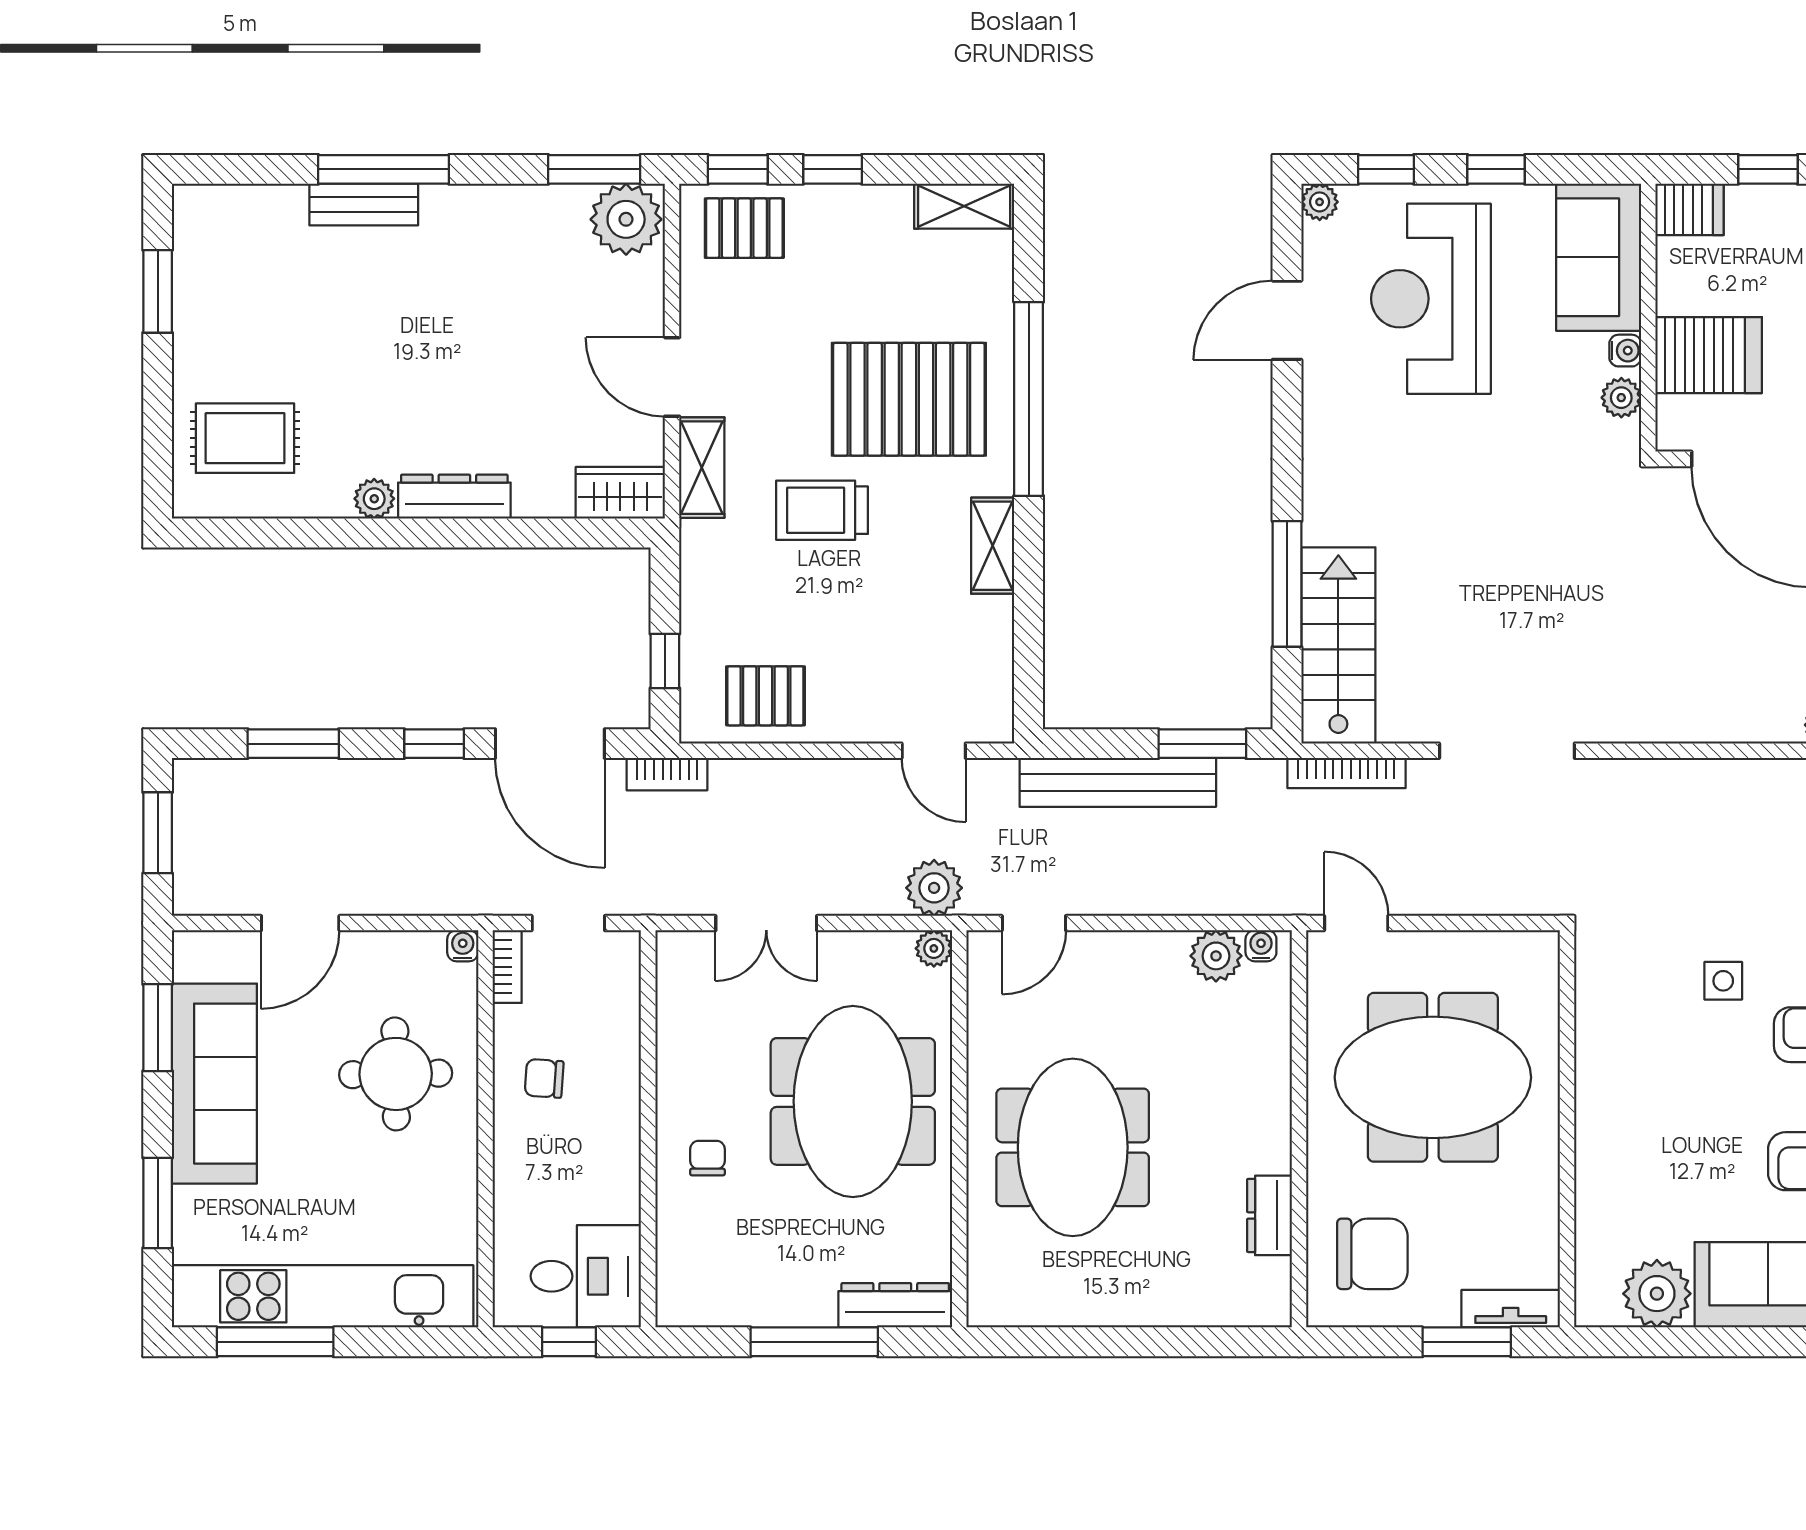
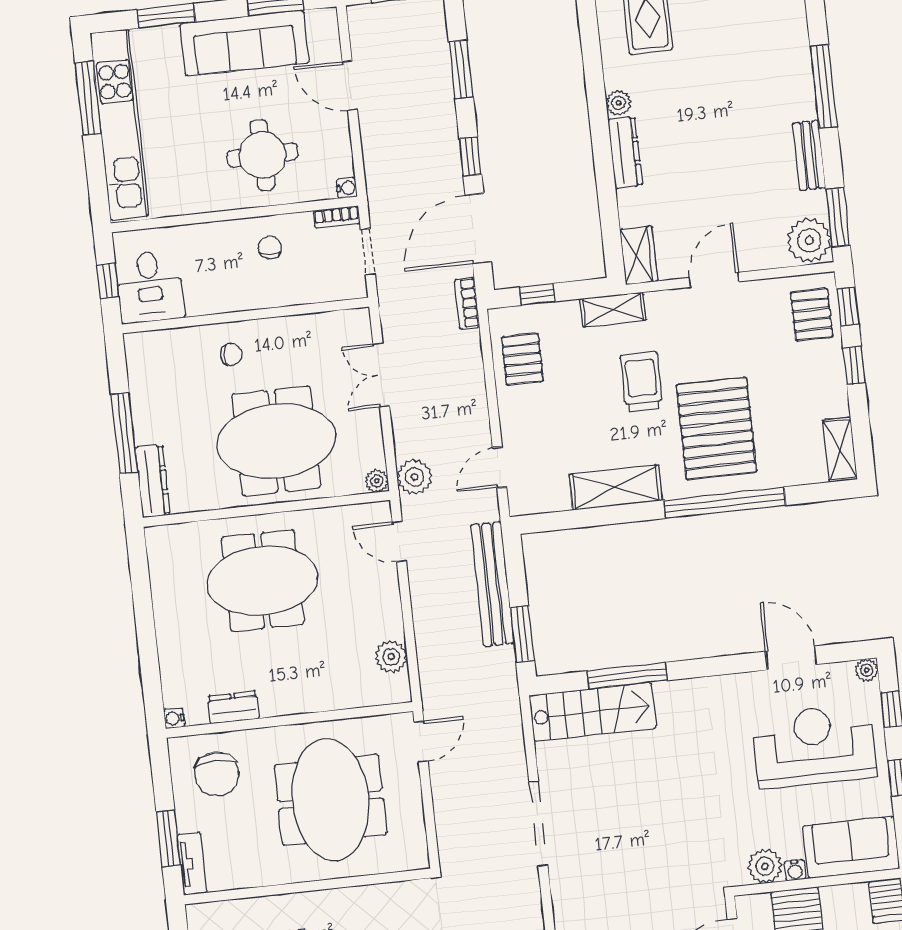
bench: (364, 205) -> (809, 155), moved
plant: (1621, 398) -> (765, 866), width x1.38, depth x1.38
shelving: (702, 468) -> (613, 309), moved
shelving: (993, 546) -> (616, 487), width x1.50, depth x1.33
bookcase: (1346, 773) -> (514, 725), removed
water cooler: (1261, 946) -> (174, 718), moved, turned 180

